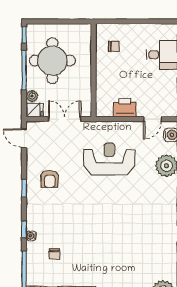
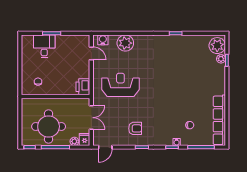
printer: (125, 108) -> (83, 87), moved
double door: (65, 119) -> (91, 118), swing flipped
reception desk: (109, 159) -> (120, 85), turned 90

